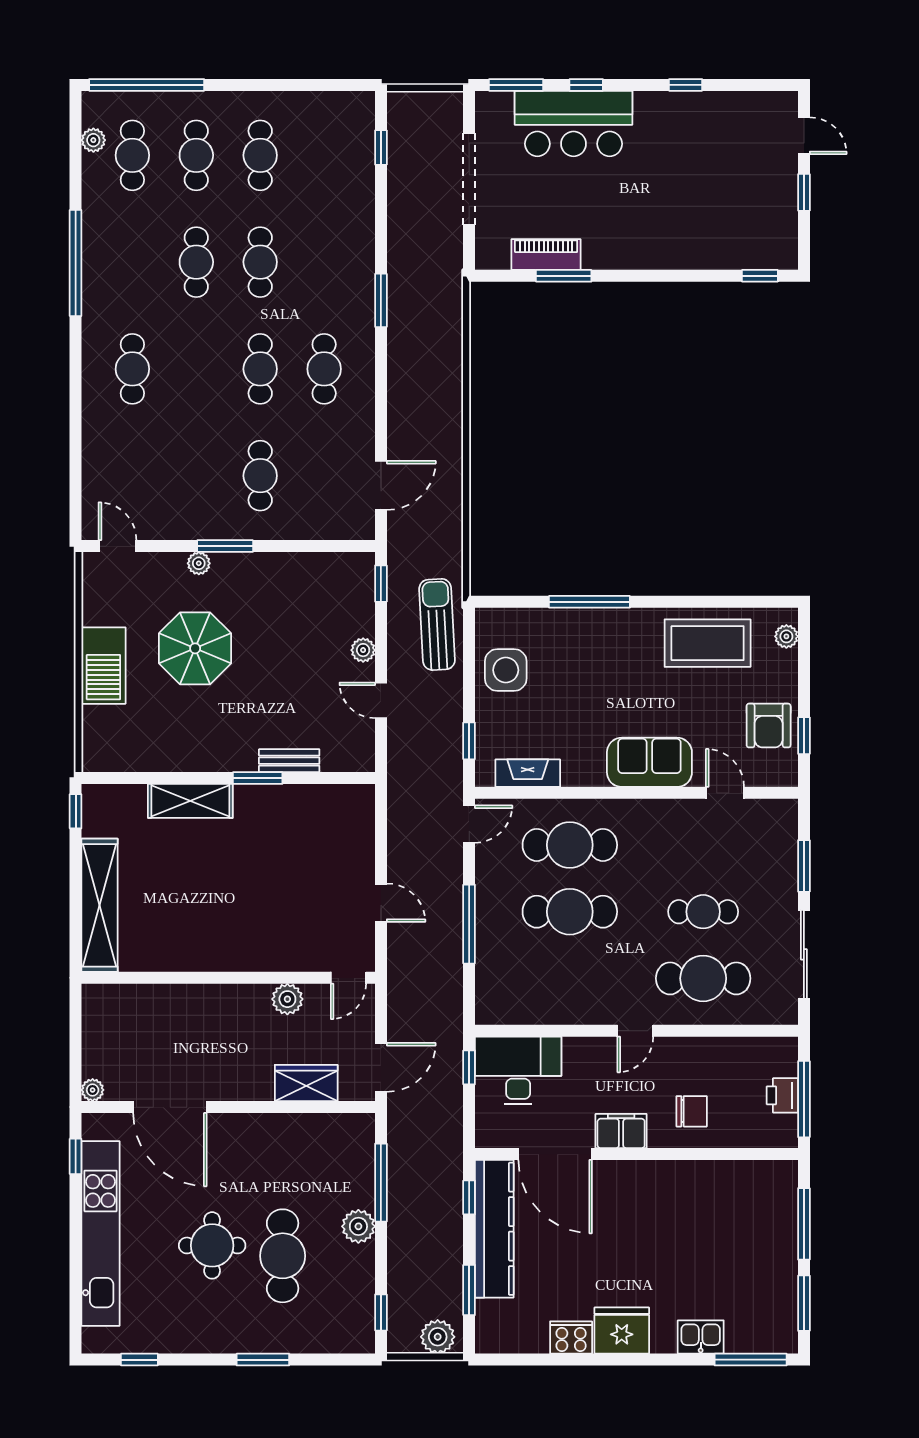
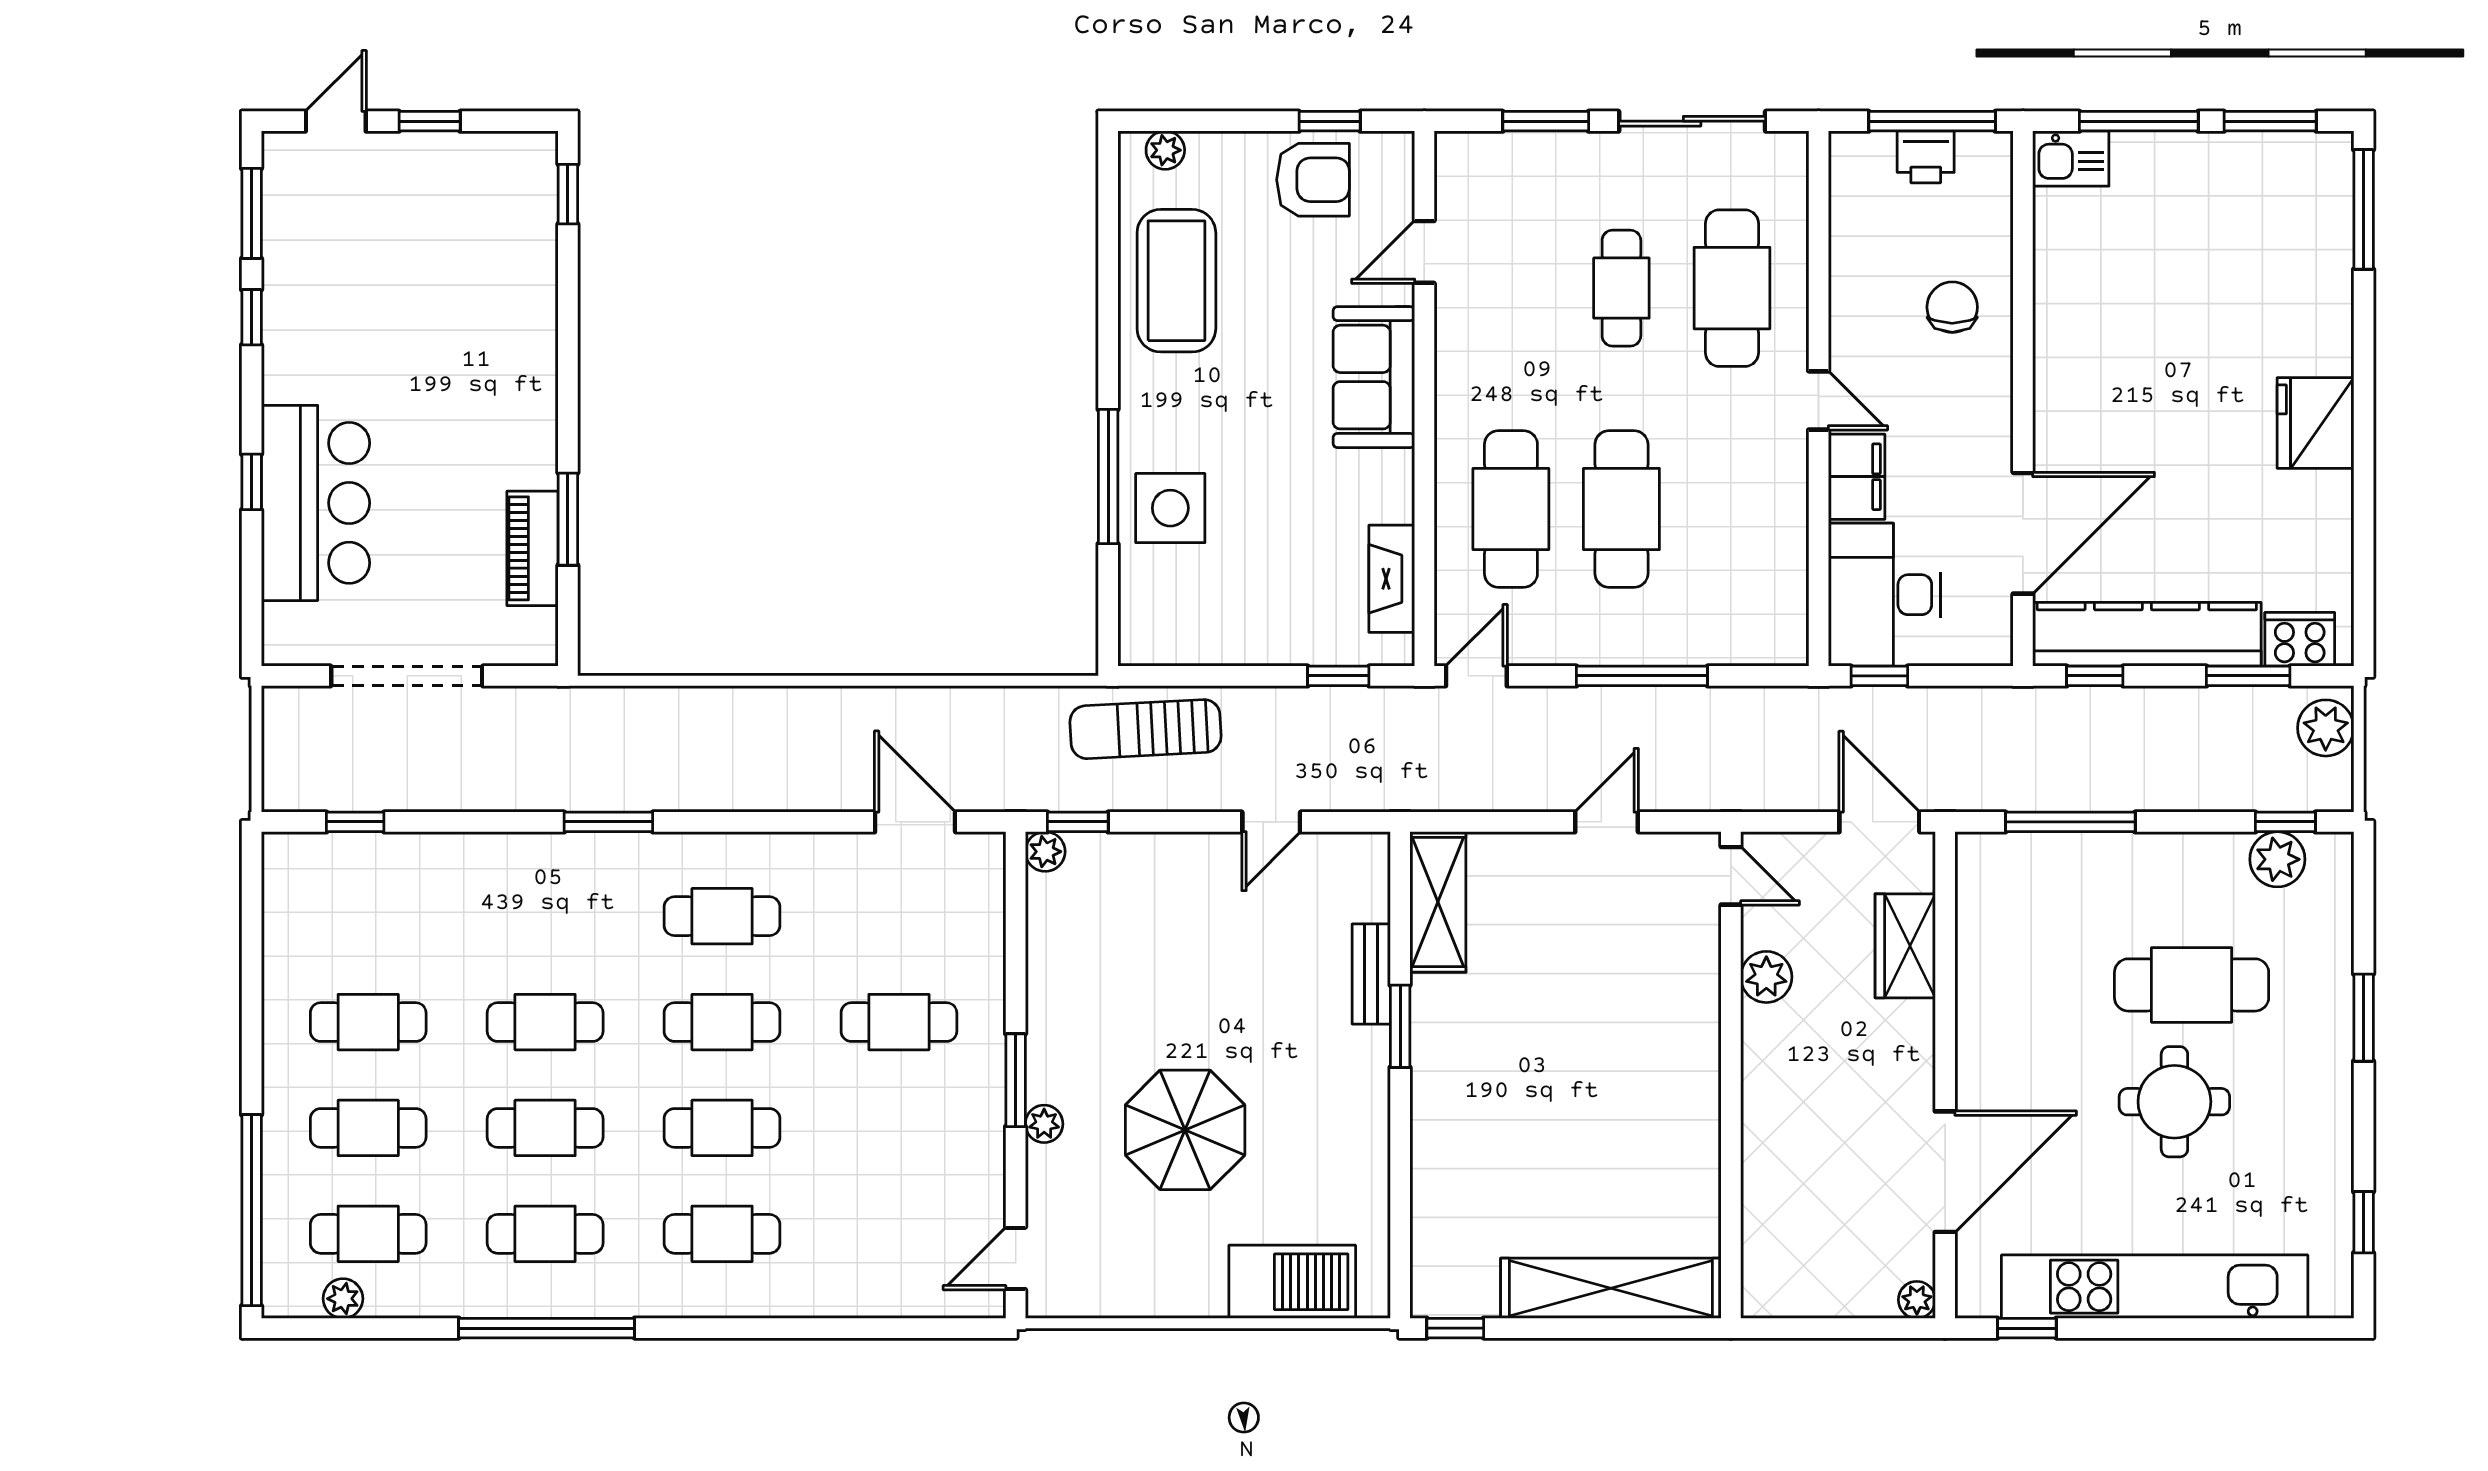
window: (516, 85) -> (252, 213), moved
cafe table: (132, 262) -> (545, 1234), added
cafe table: (196, 369) -> (722, 1128), added
plant: (363, 650) -> (1045, 852), moved
barbecue: (103, 666) -> (1292, 1282), moved
side table: (506, 670) -> (1170, 508), moved
shelving: (190, 801) -> (1438, 902), moved
door: (469, 824) -> (1476, 676), hinge flipped
filing cabinet: (621, 1131) -> (1857, 477), moved, turned 180
plant: (358, 1226) -> (2277, 859), moved
cooker: (571, 1337) -> (2300, 639), moved, turned 90
kitchen sink: (701, 1337) -> (2071, 159), moved, turned -90

